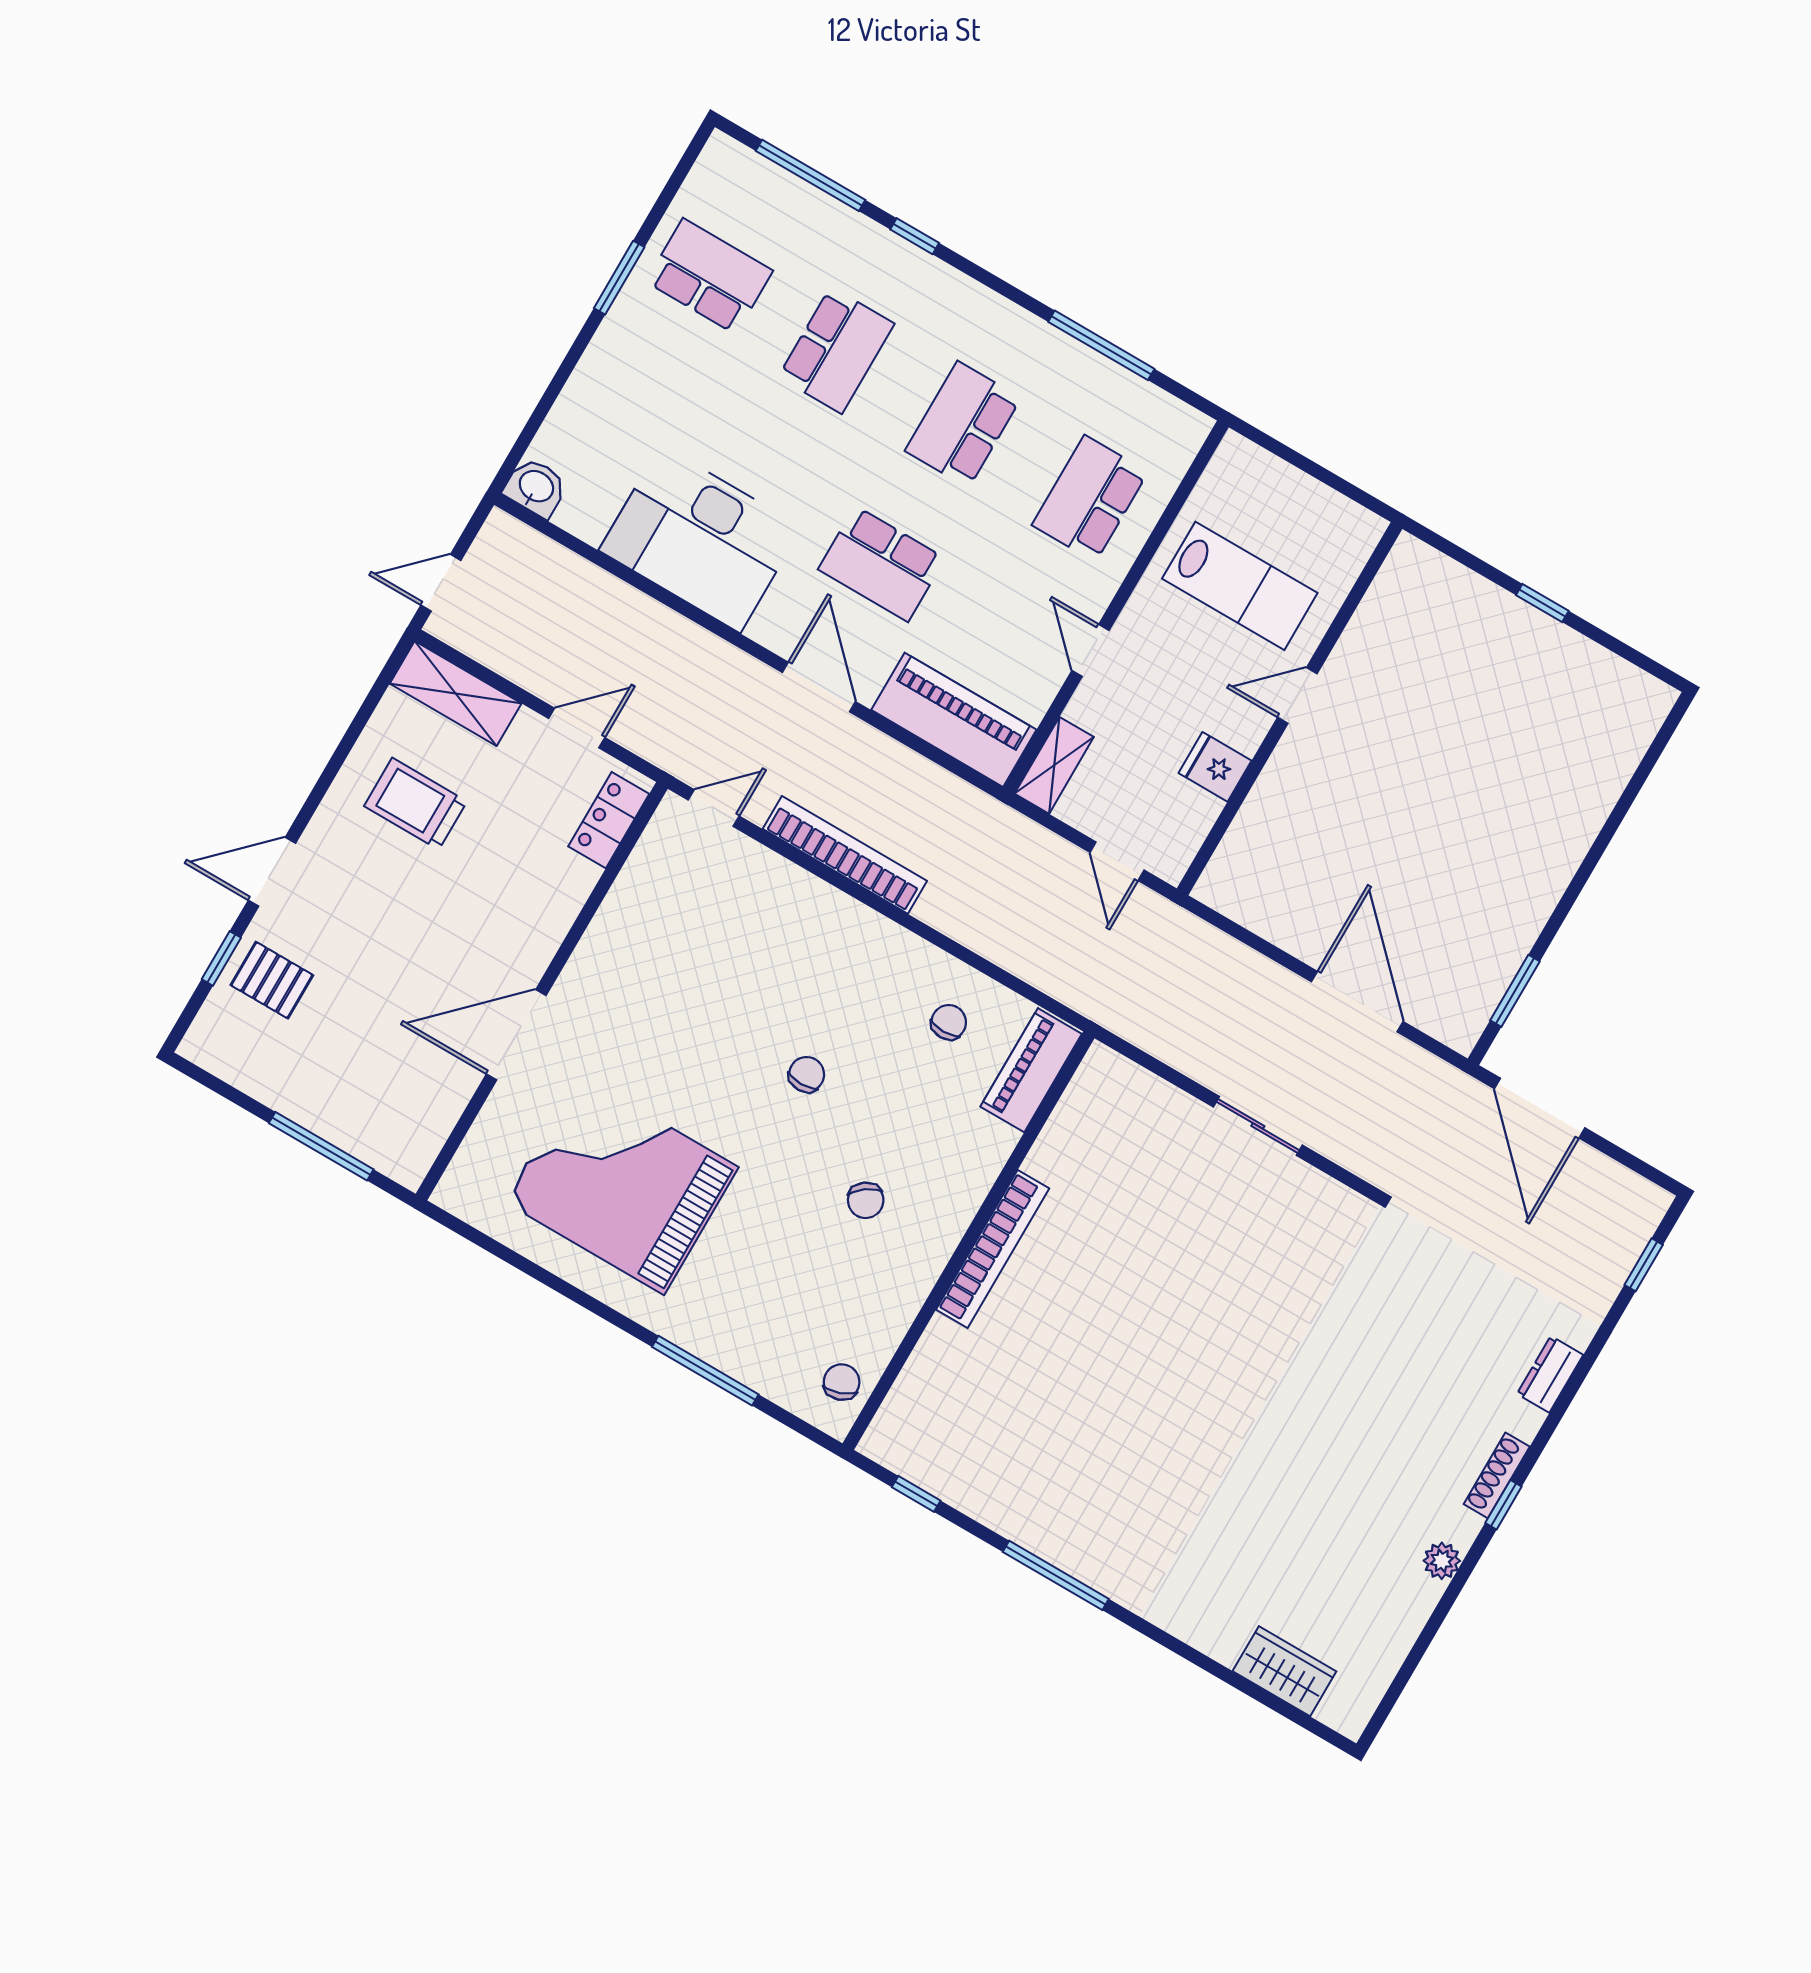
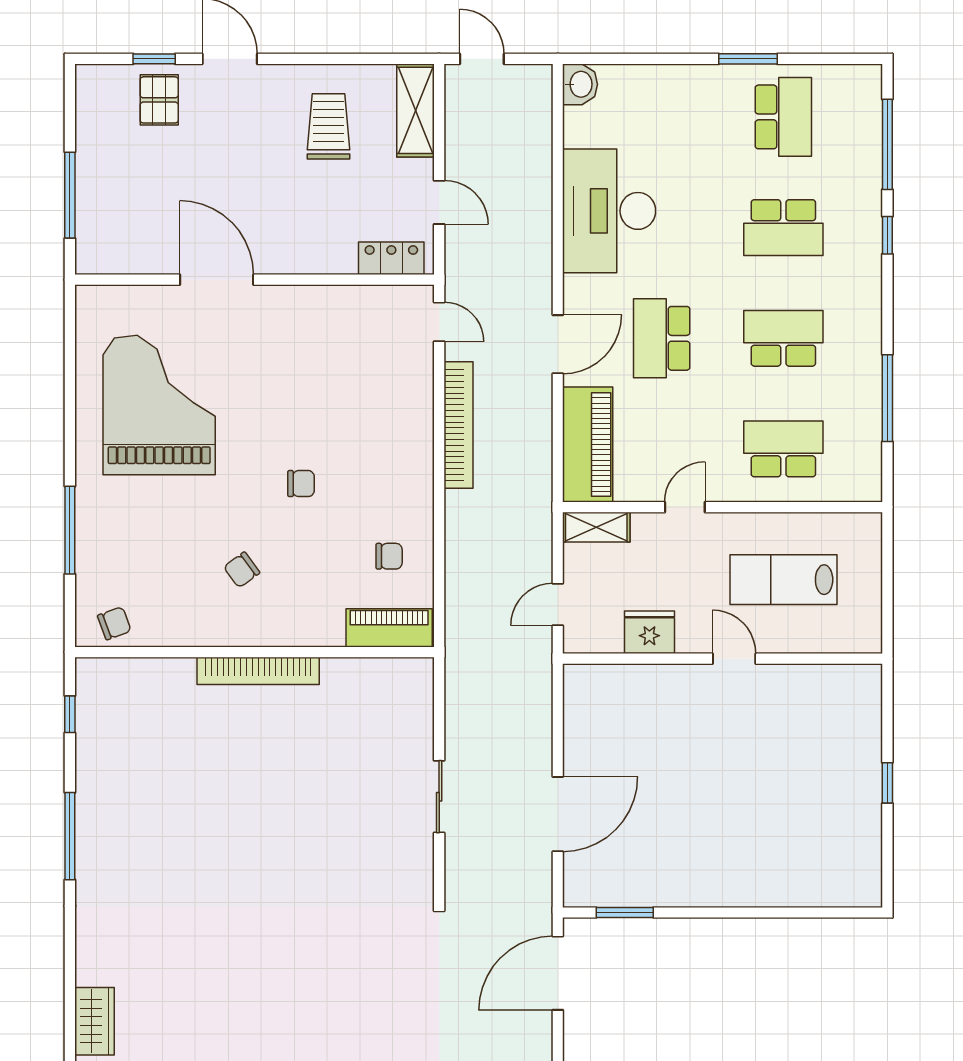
lab bench: (1240, 586) -> (784, 580), turned 90
fridge: (1215, 767) -> (649, 632), width x1.38

